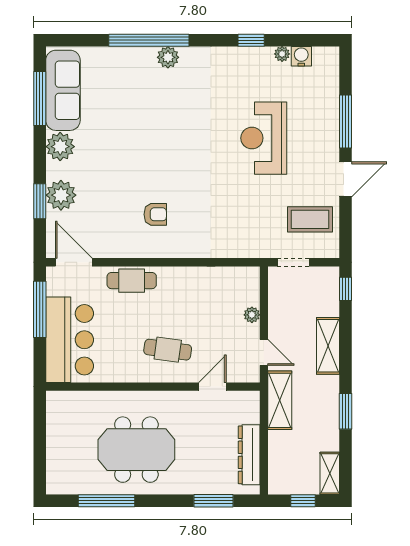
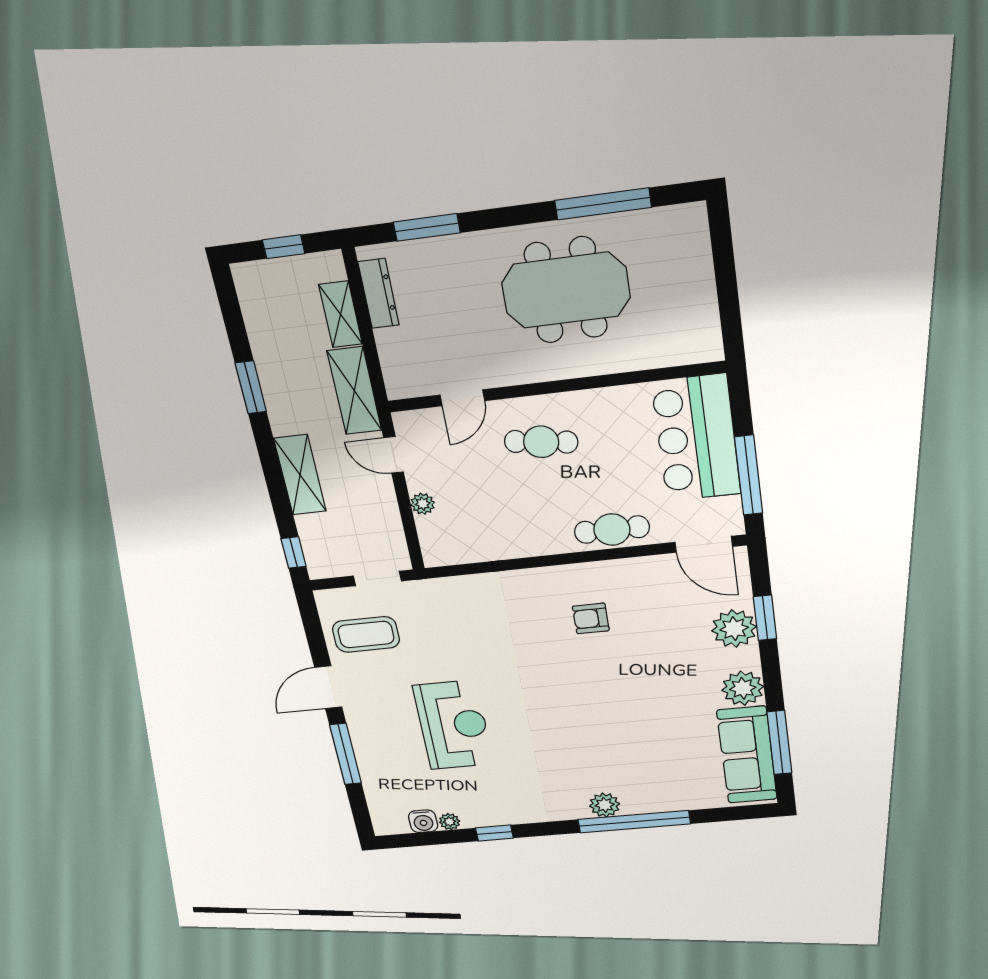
dresser: (249, 455) -> (378, 294), width x0.73, depth x0.80
shelving: (330, 473) -> (341, 314), moved

